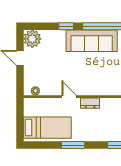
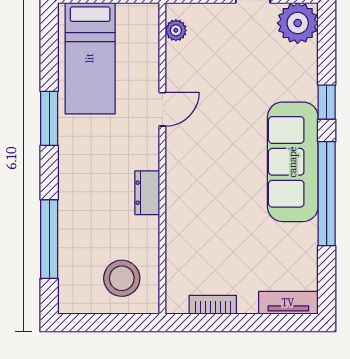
dresser: (90, 103) -> (147, 193), moved

